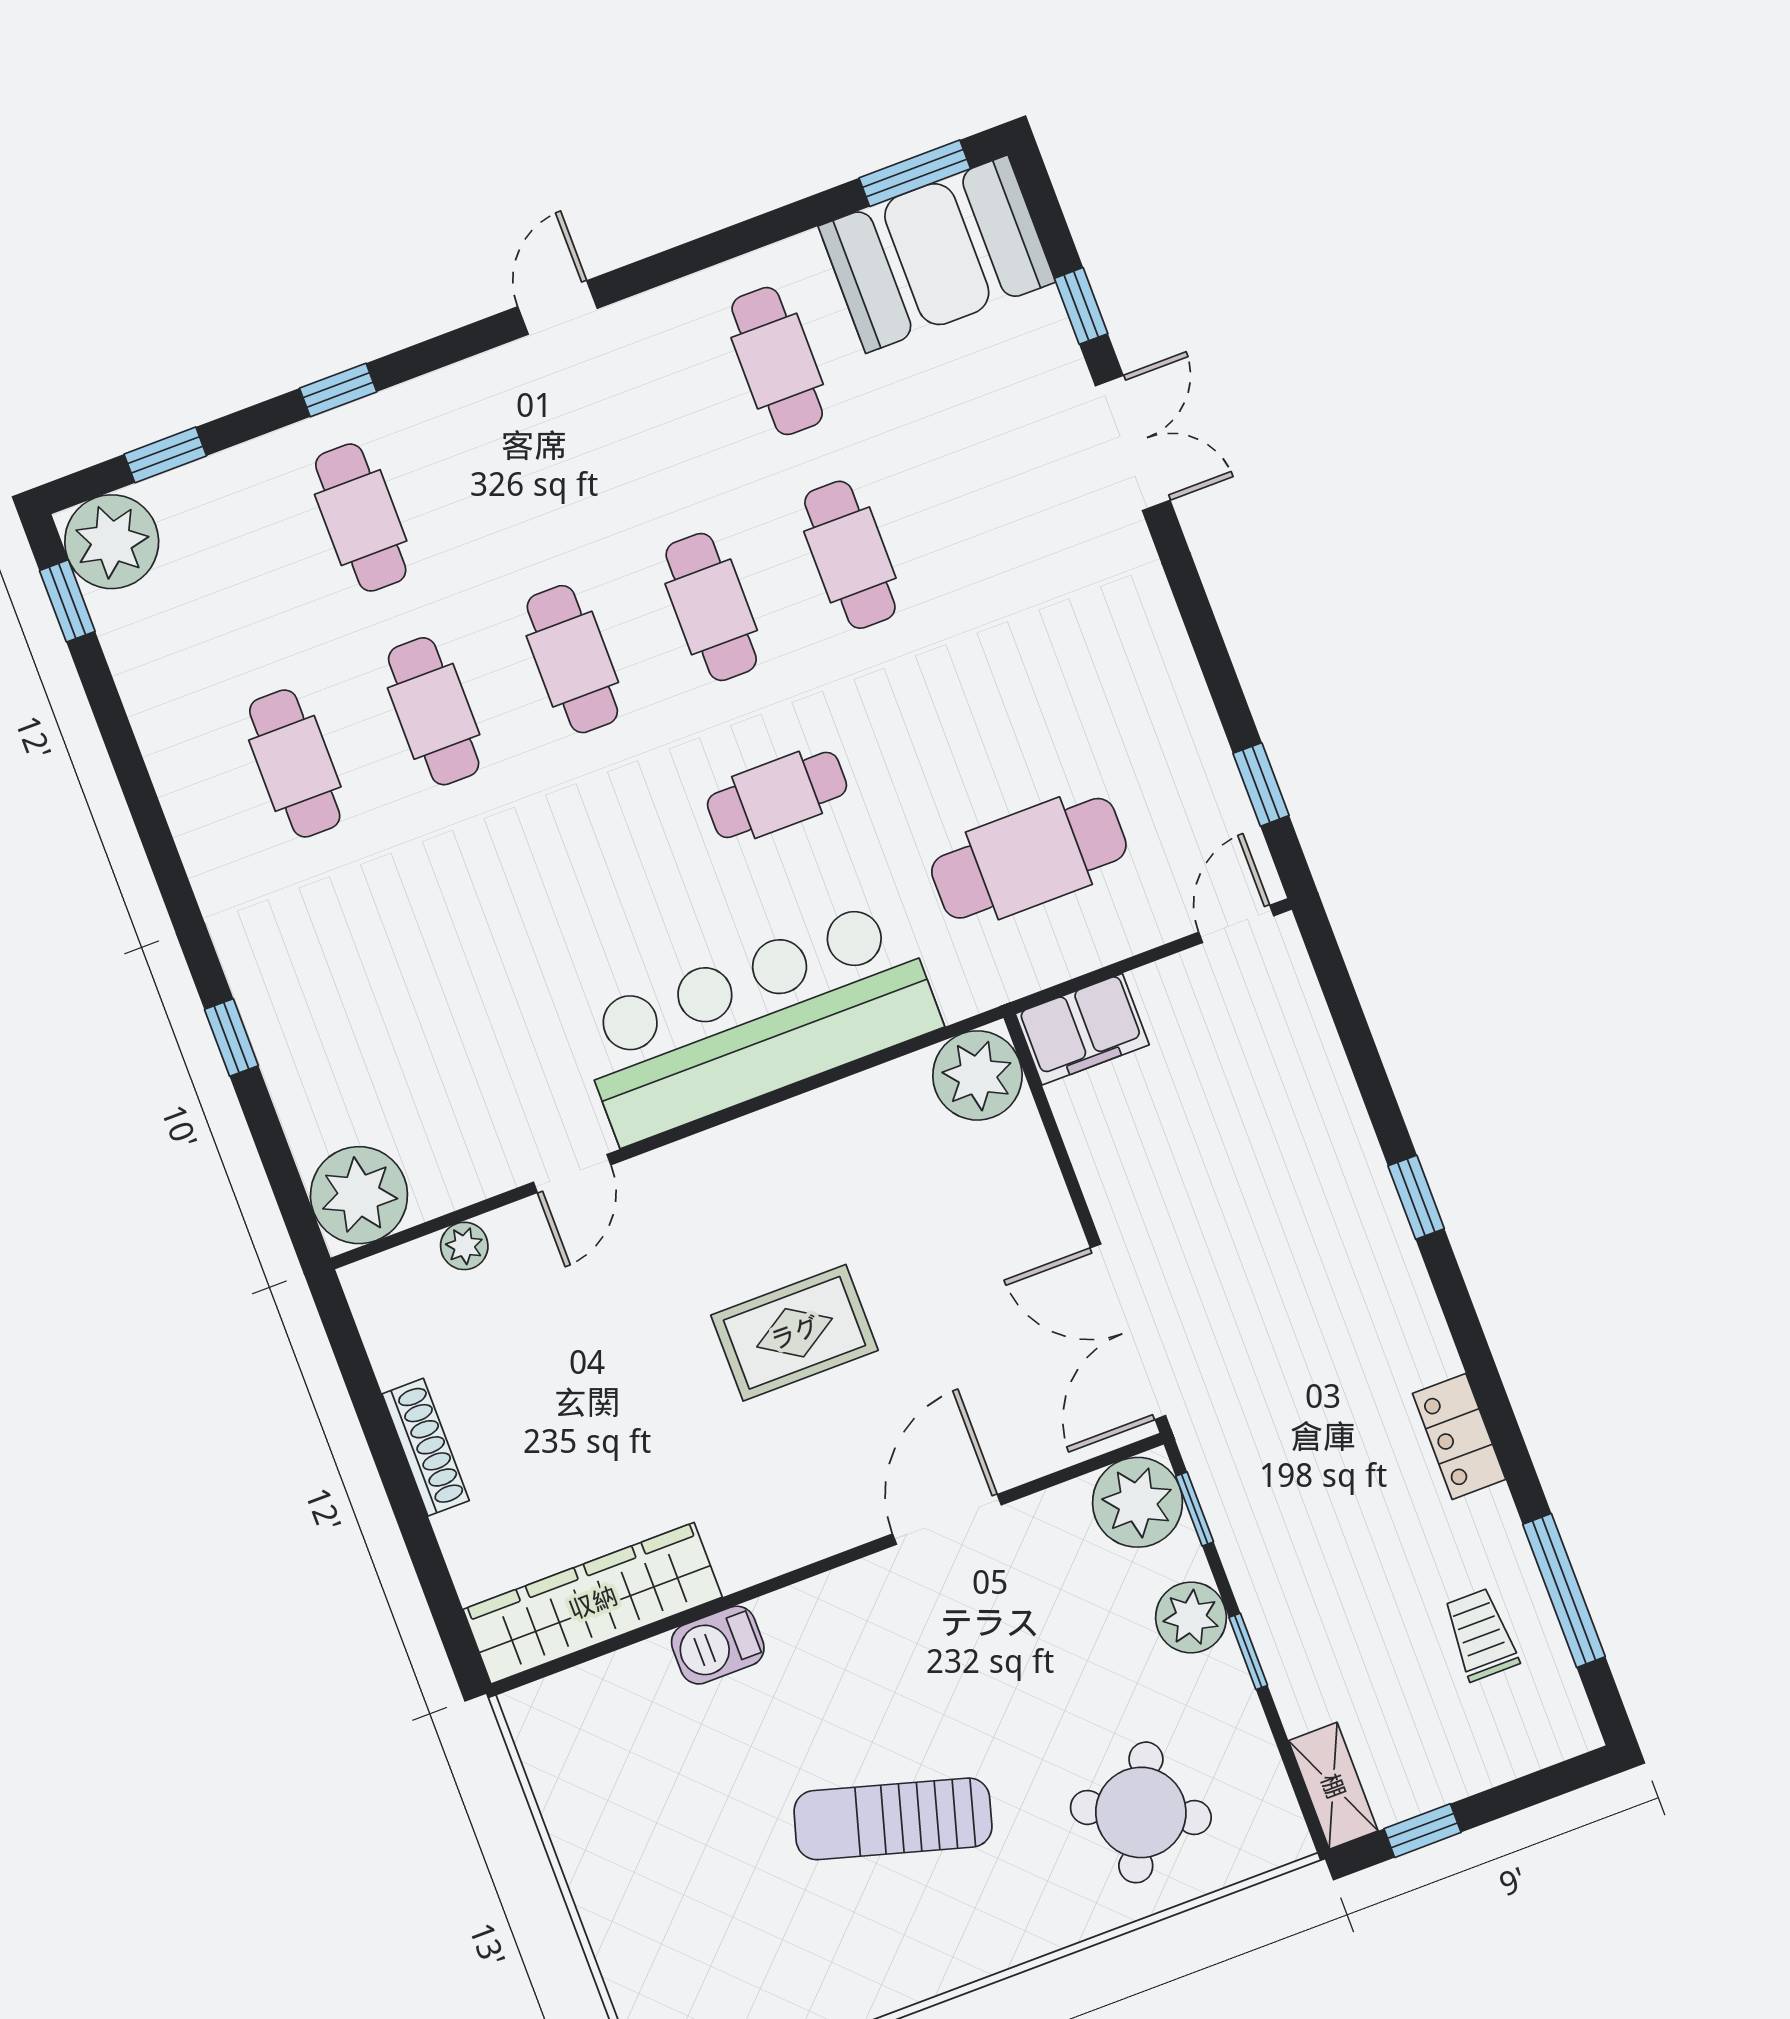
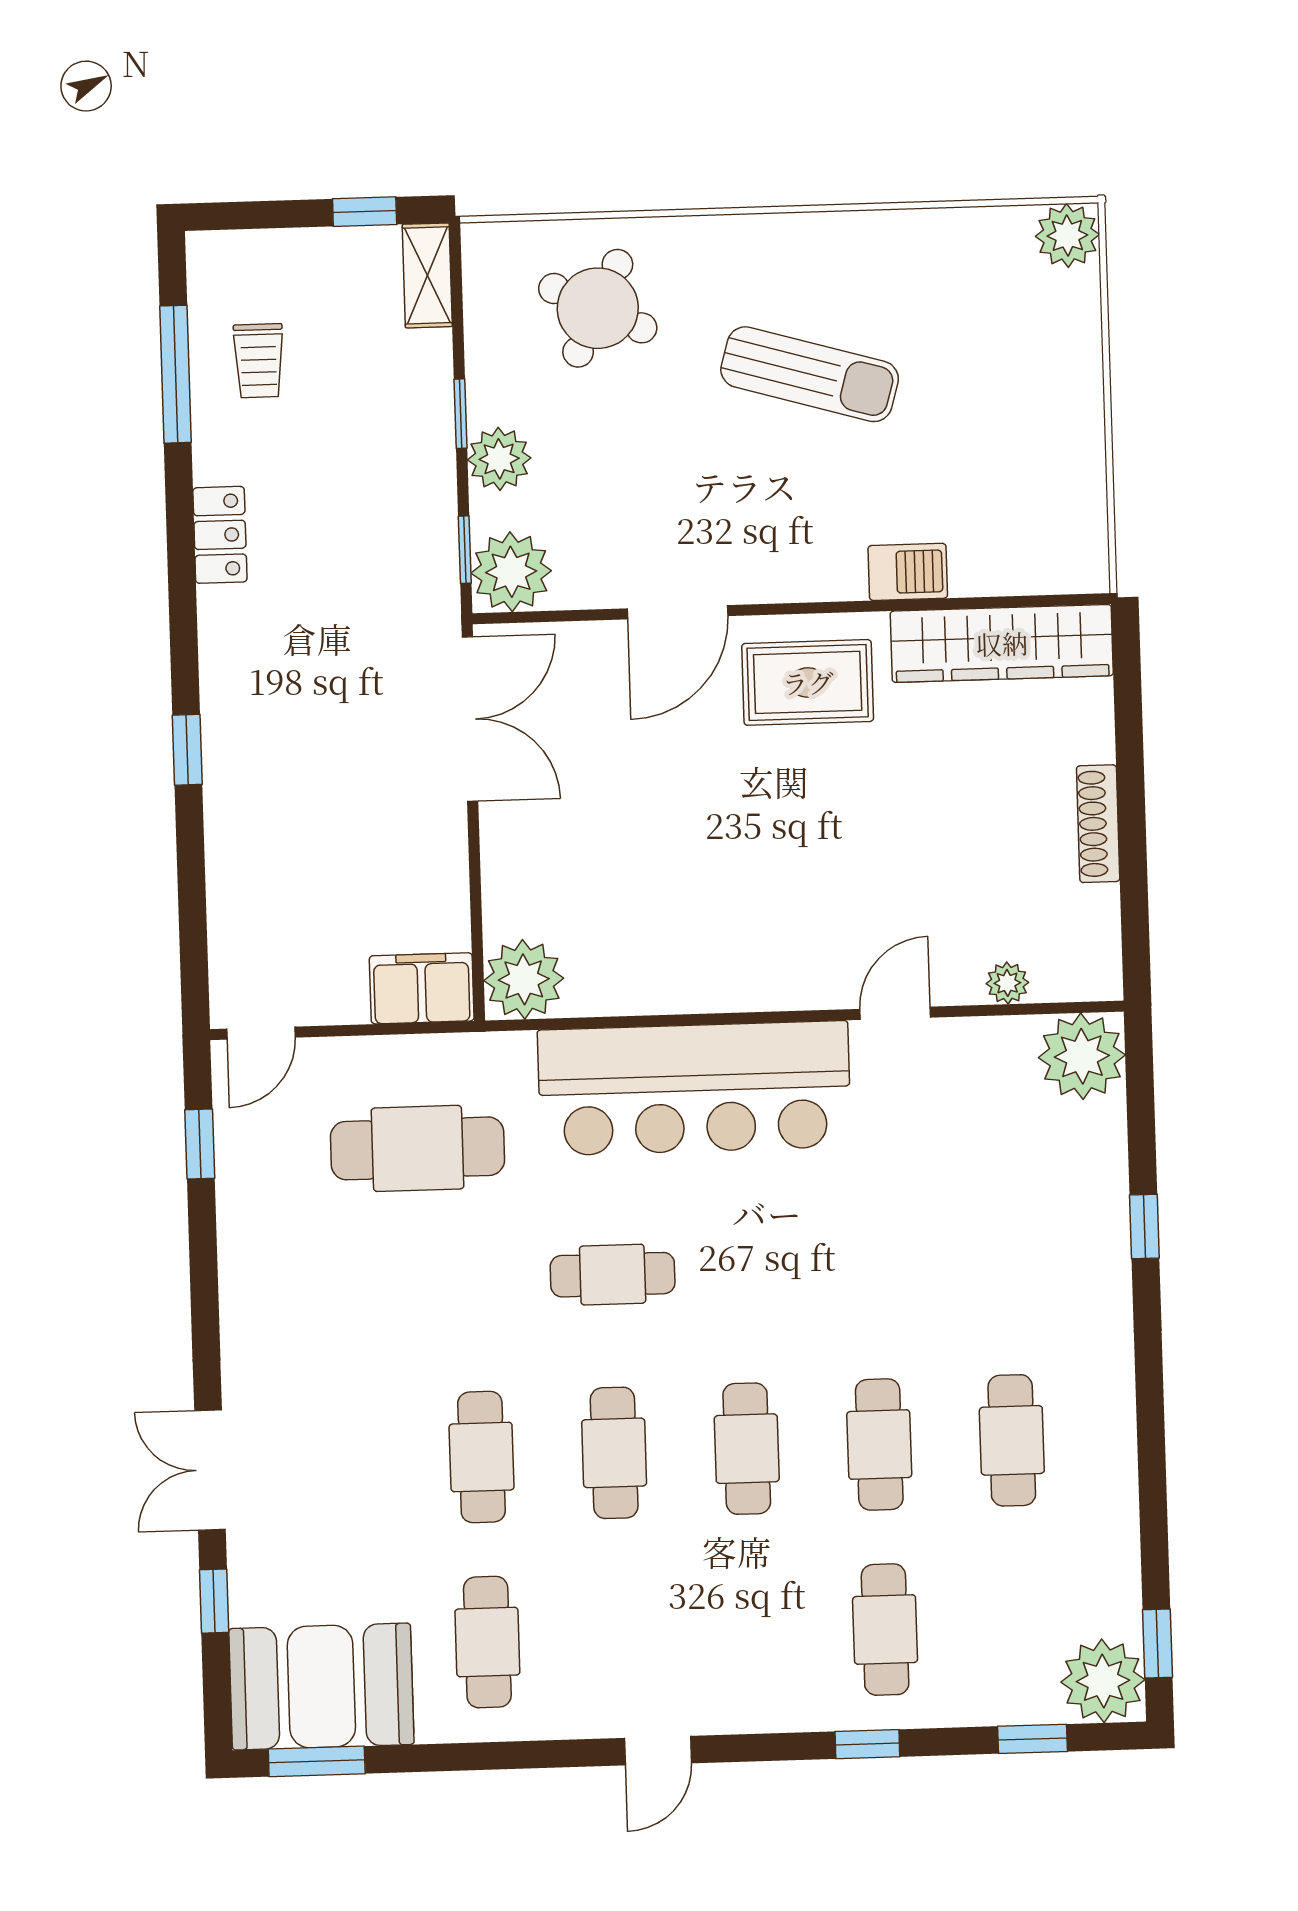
rug: (795, 1333) -> (808, 682), moved

